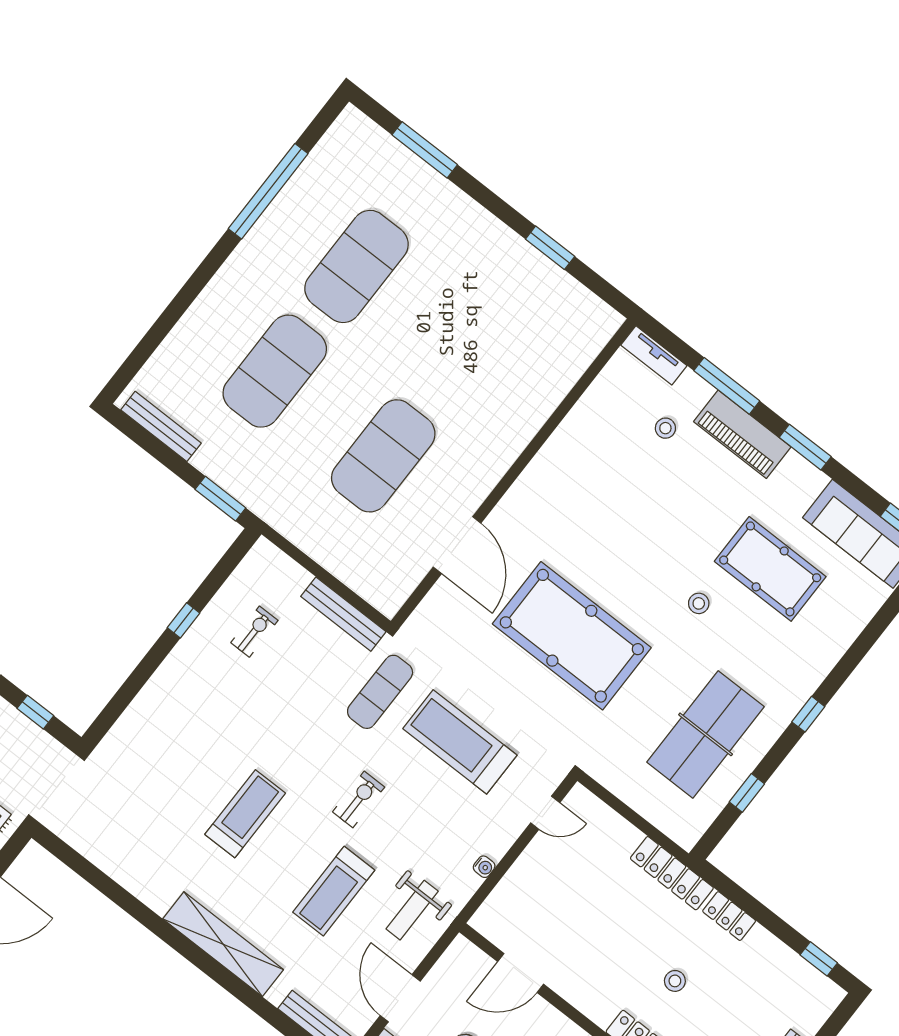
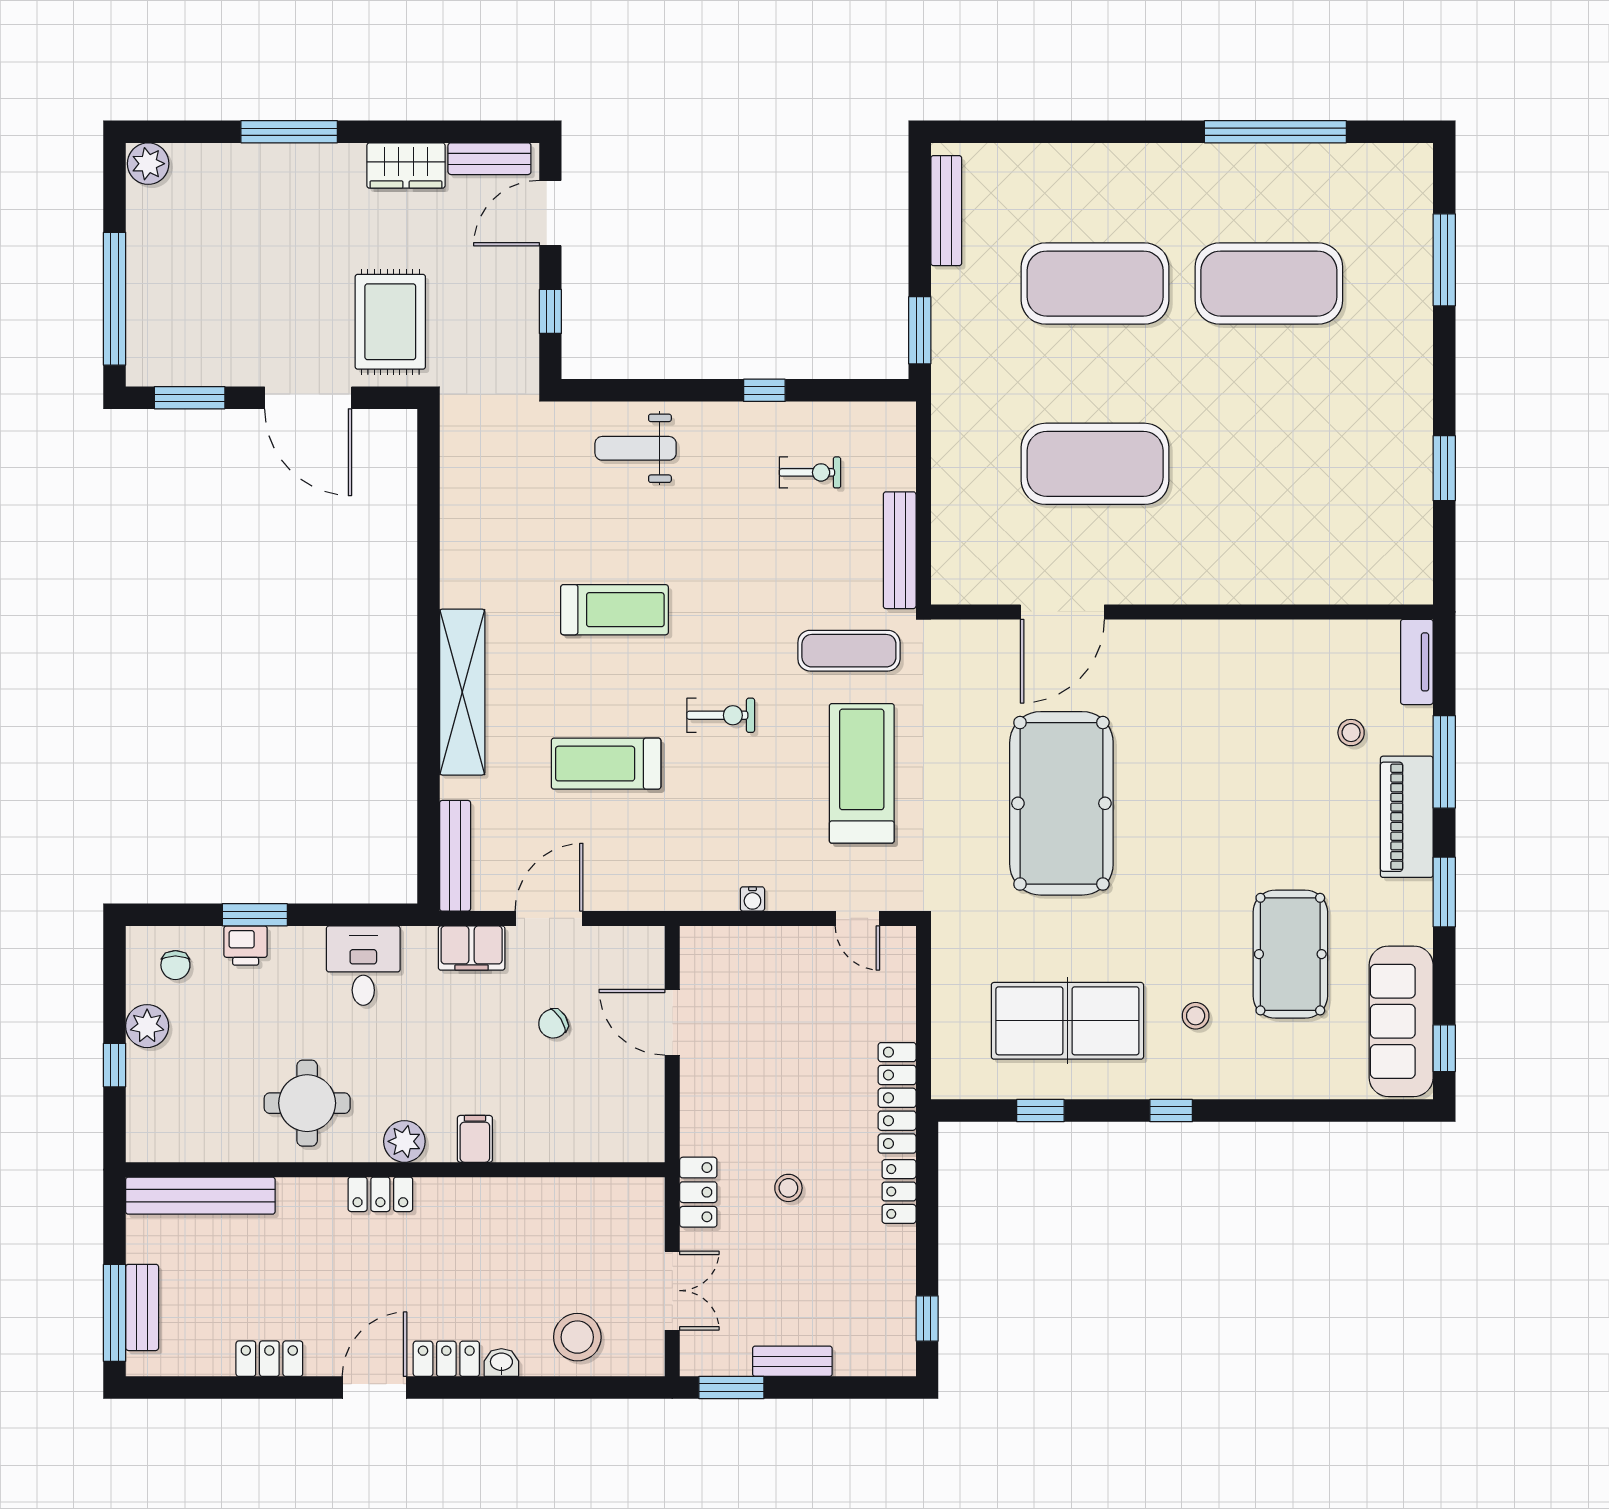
stool: (699, 603) -> (1196, 1016), moved
weight bench: (412, 910) -> (636, 448), moved

